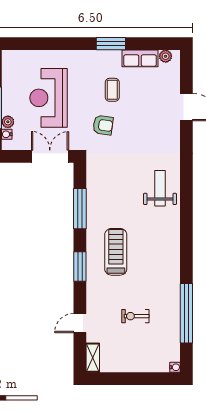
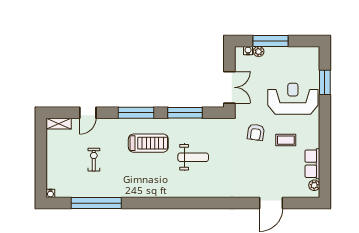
window: (111, 44) -> (325, 82), moved
reception desk: (48, 98) -> (293, 99), moved
weight bench: (160, 188) -> (193, 157), moved
window: (80, 266) -> (136, 113), width x1.44
door: (80, 323) -> (88, 113), swing flipped

